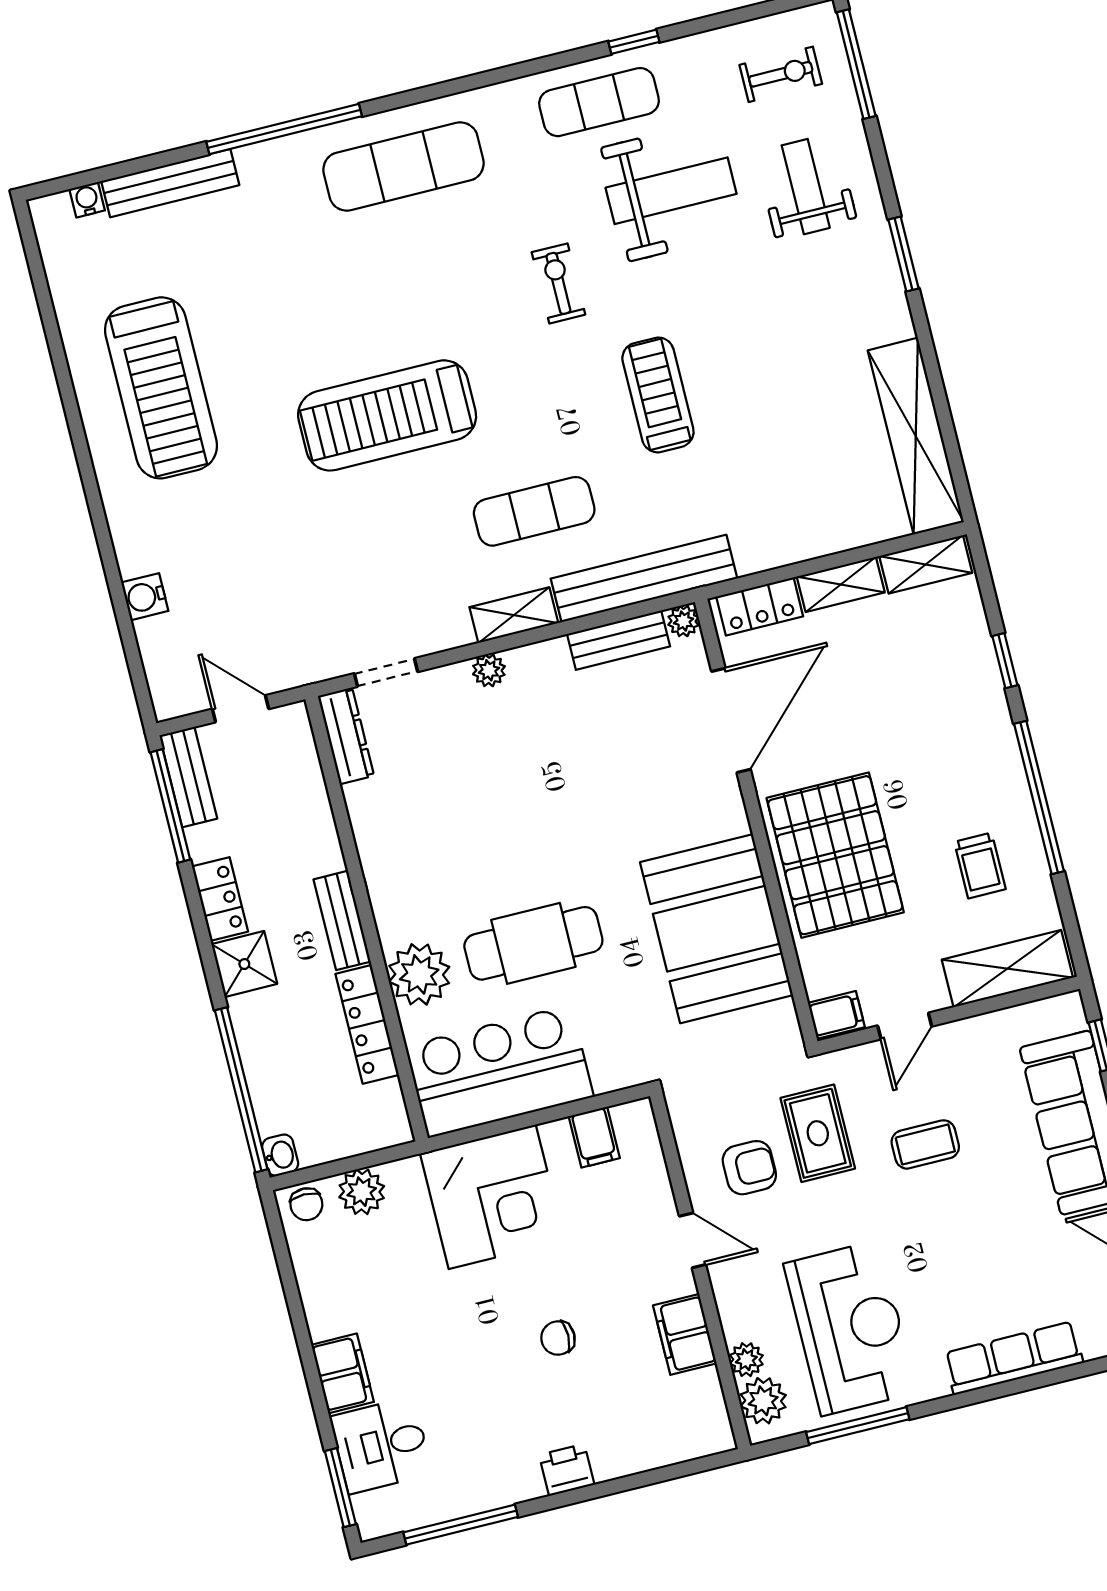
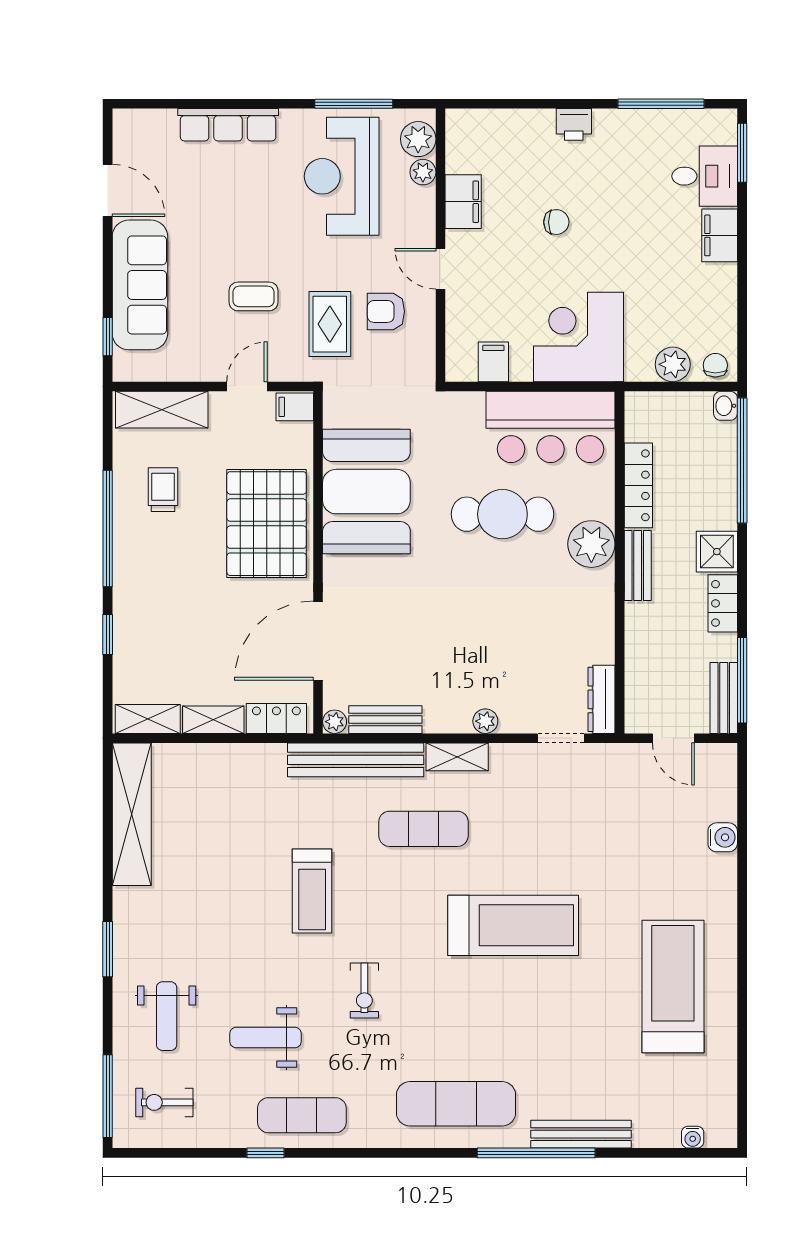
bench: (170, 183) -> (581, 1134), moved
weight bench: (671, 191) -> (265, 1038), width x0.73, depth x0.75
plant: (419, 974) -> (591, 544), moved

